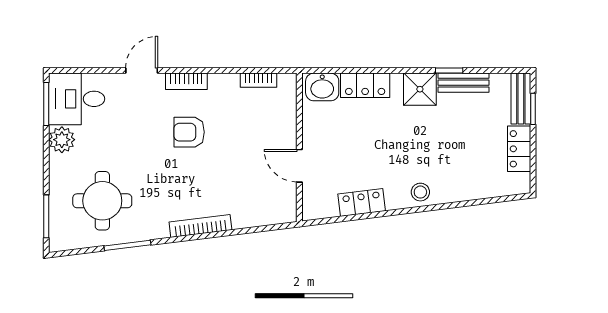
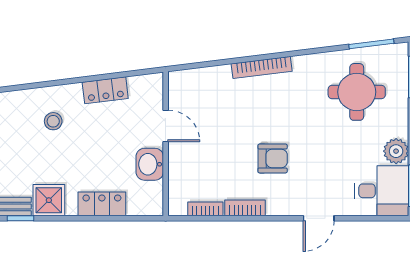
bookcase: (186, 81) -> (245, 208), moved
washbasin: (322, 87) -> (150, 164), moved, turned -90
stool: (420, 192) -> (53, 121), moved
window: (127, 245) -> (371, 44), moved

